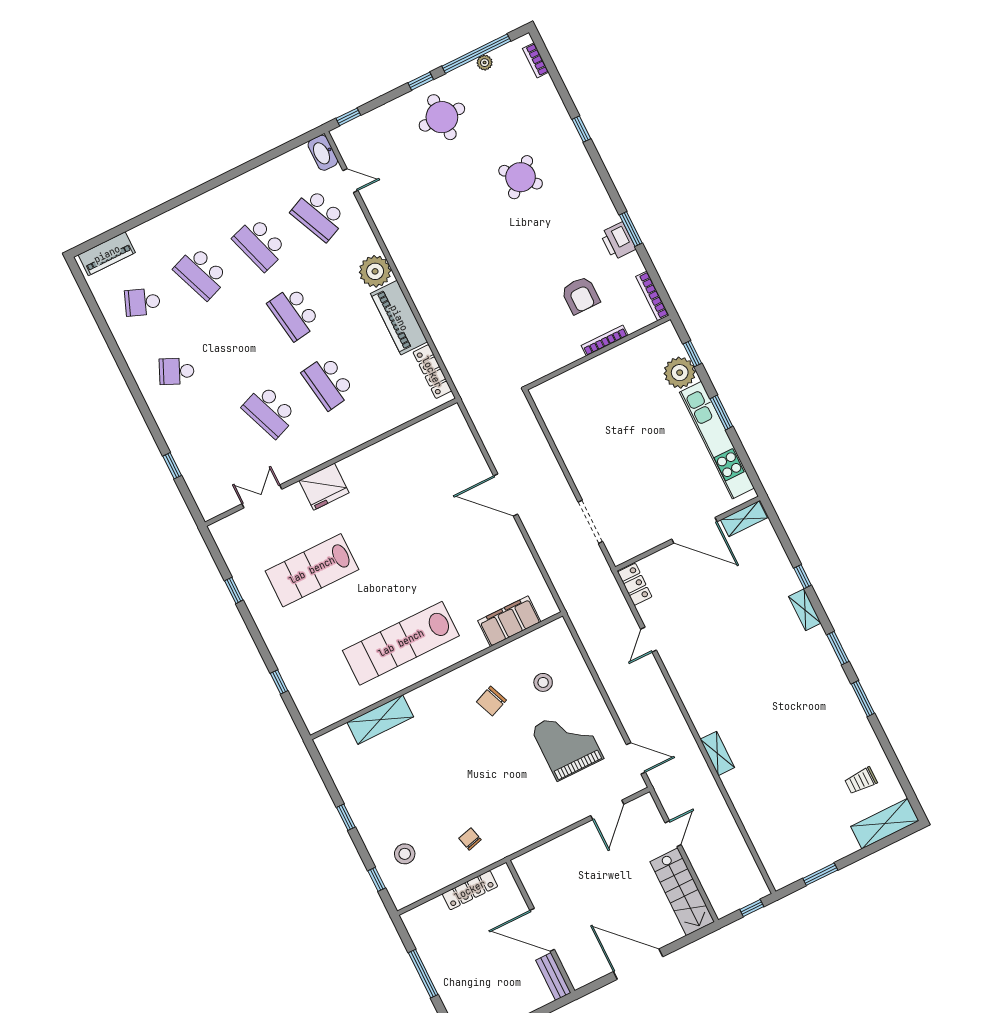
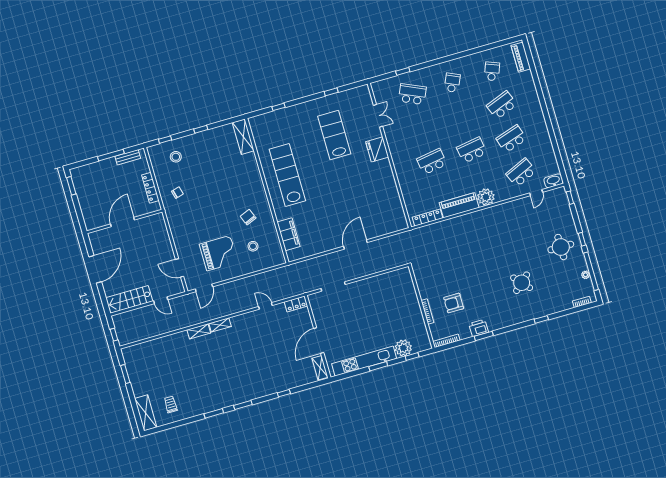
school desk: (269, 411) -> (412, 94), moved, turned 45
shelving: (805, 610) -> (220, 325), moved
shelving: (380, 720) -> (243, 137), moved
bench: (553, 976) -> (128, 157), moved

